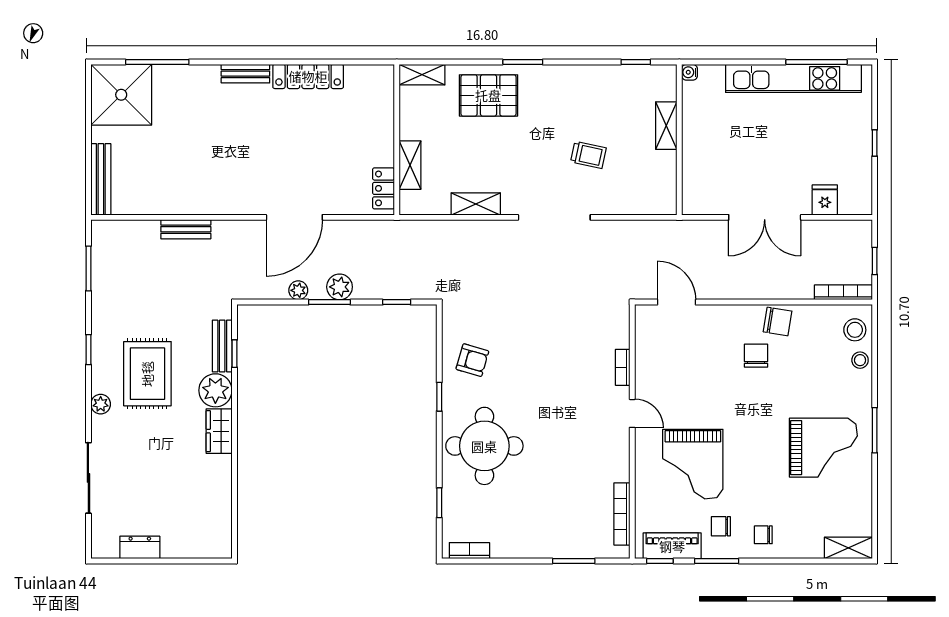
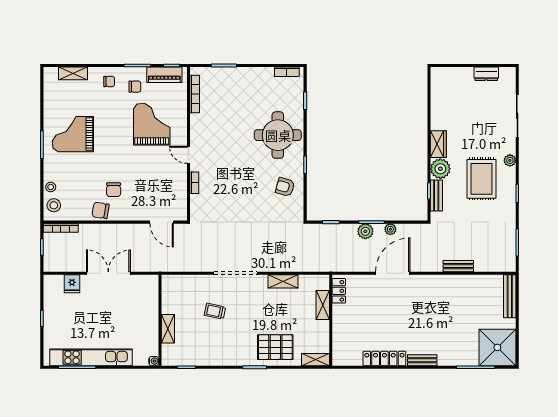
shelving: (848, 548) -> (73, 73), moved

